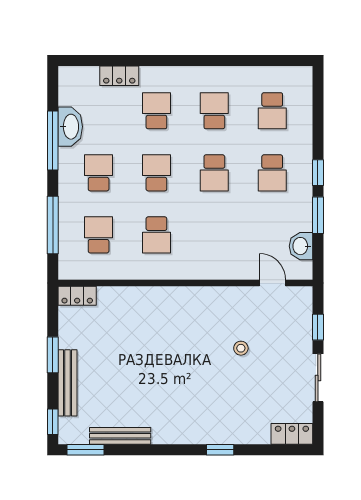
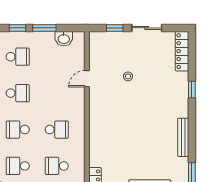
door: (272, 283) -> (87, 79), moved
locker: (292, 434) -> (182, 51), width x1.53
bench: (120, 436) -> (183, 137), moved

